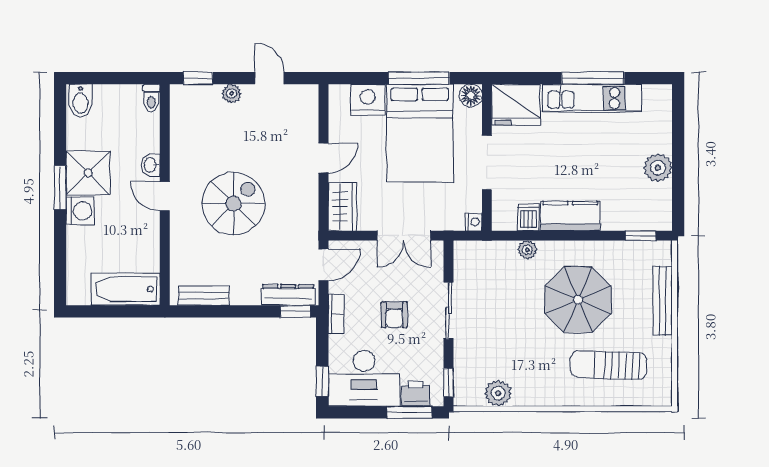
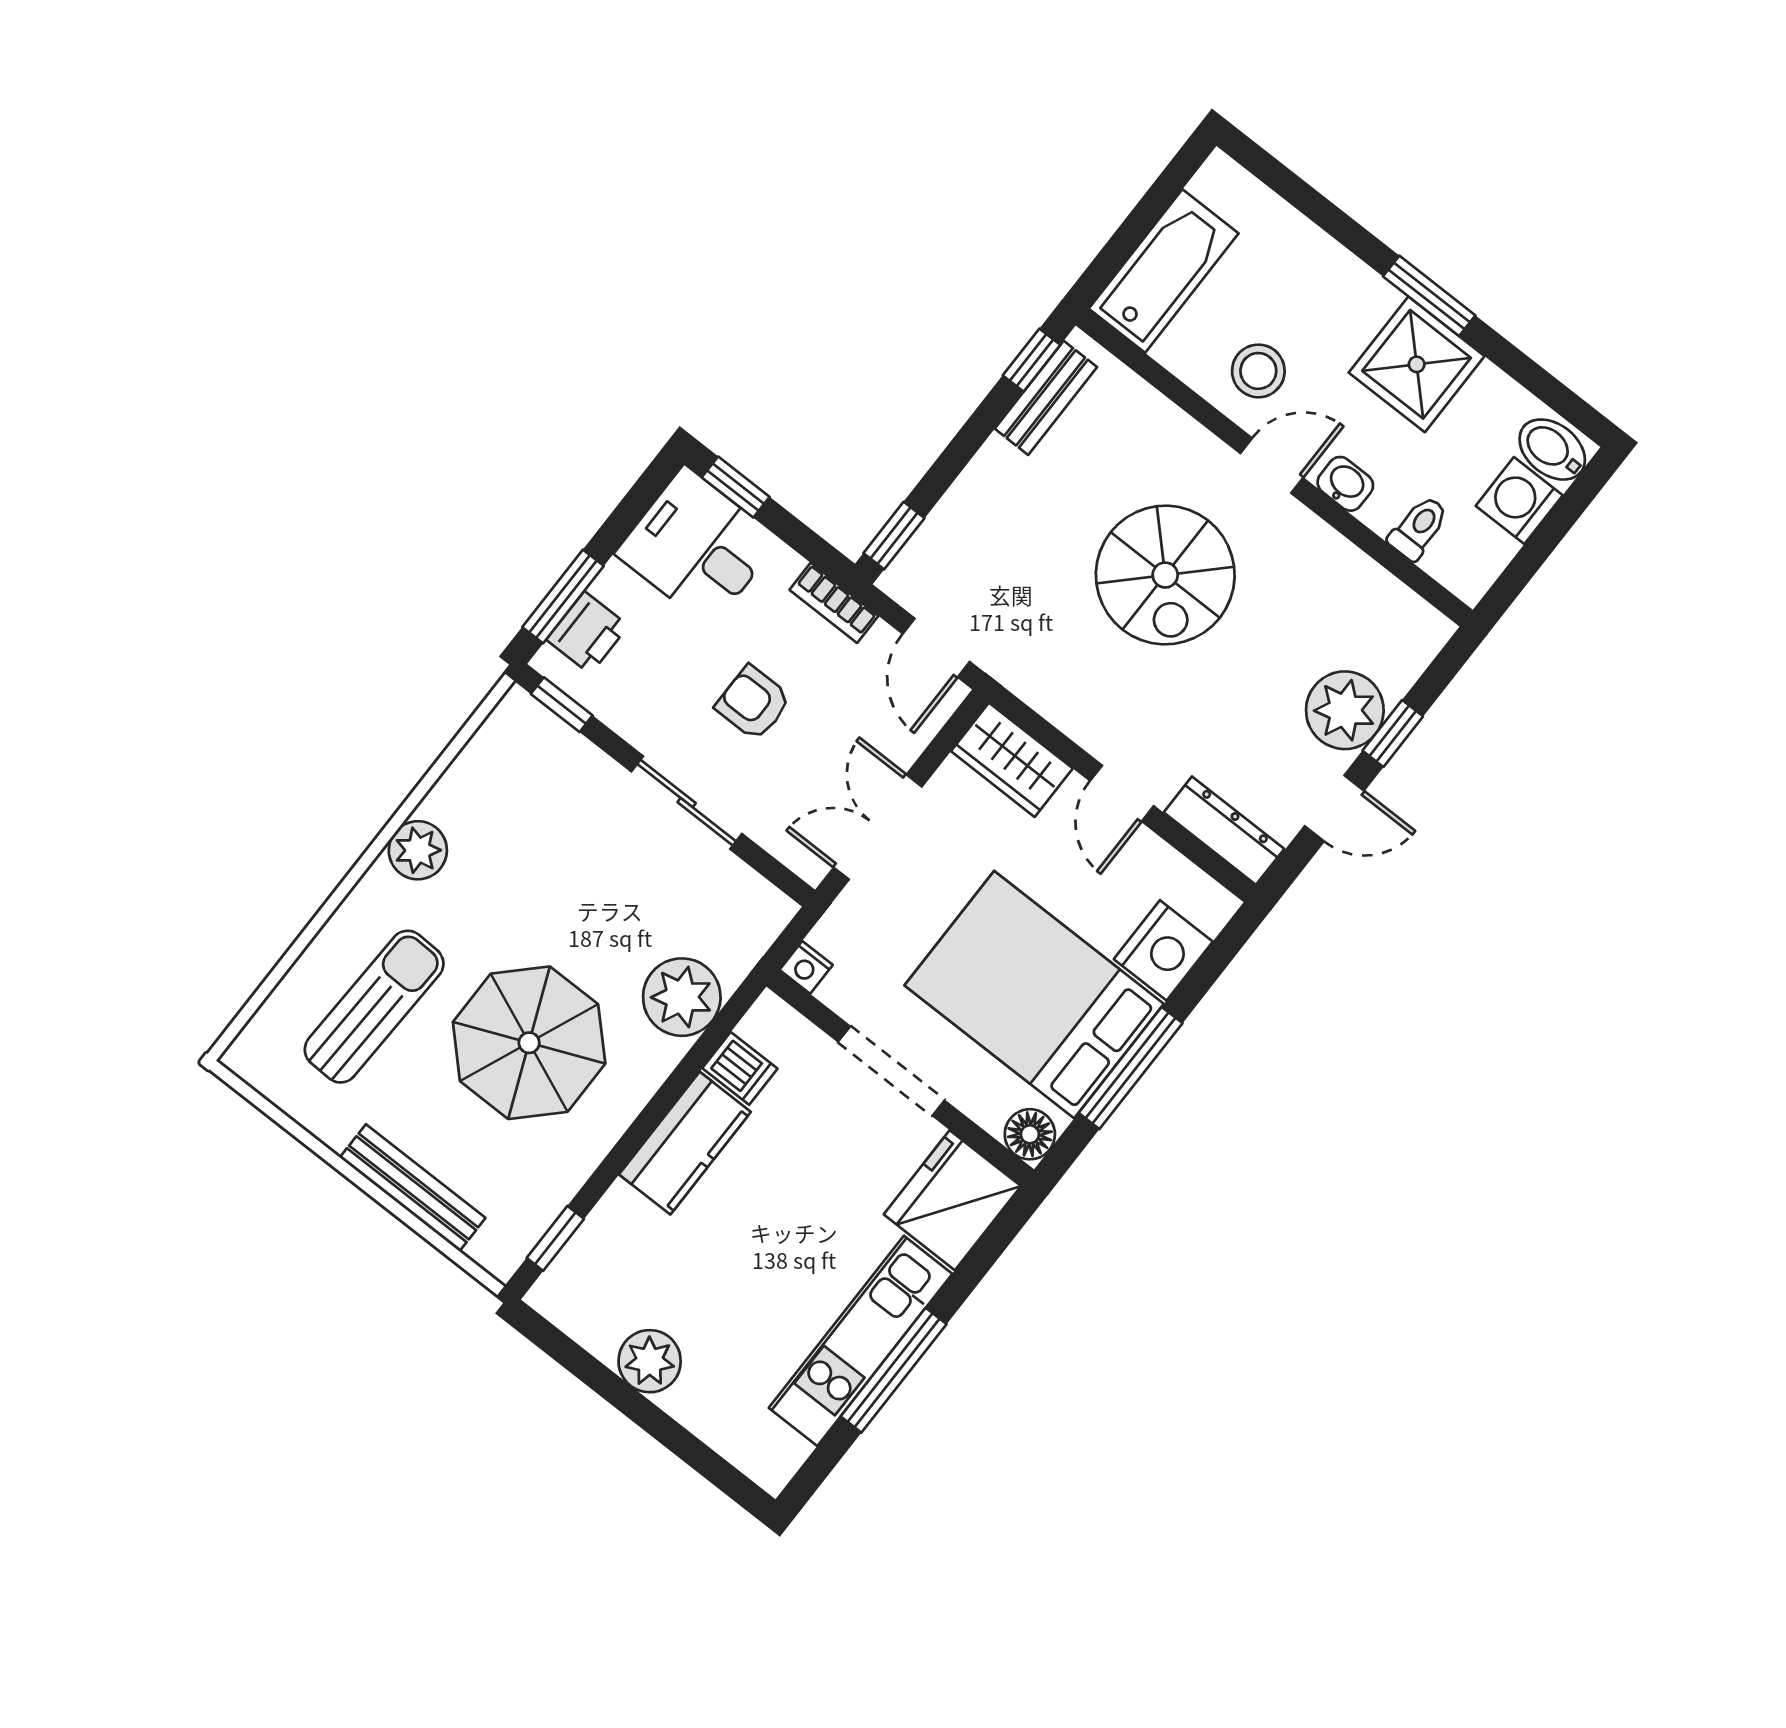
window: (198, 78) -> (1393, 734), moved
plant: (232, 94) -> (1345, 710), width x1.88, depth x1.88
toilet: (151, 98) -> (1419, 528), moved, turned 90
washing machine: (80, 211) -> (1519, 501), moved, turned 90
stool: (135, 227) -> (1258, 371), added
plant: (527, 250) -> (682, 997), width x1.88, depth x1.88
dresser: (288, 295) -> (1224, 831), moved, turned -90
window: (194, 311) -> (1032, 360), added
desk: (364, 378) -> (697, 547), width x0.73
plant: (498, 393) -> (418, 850), moved

